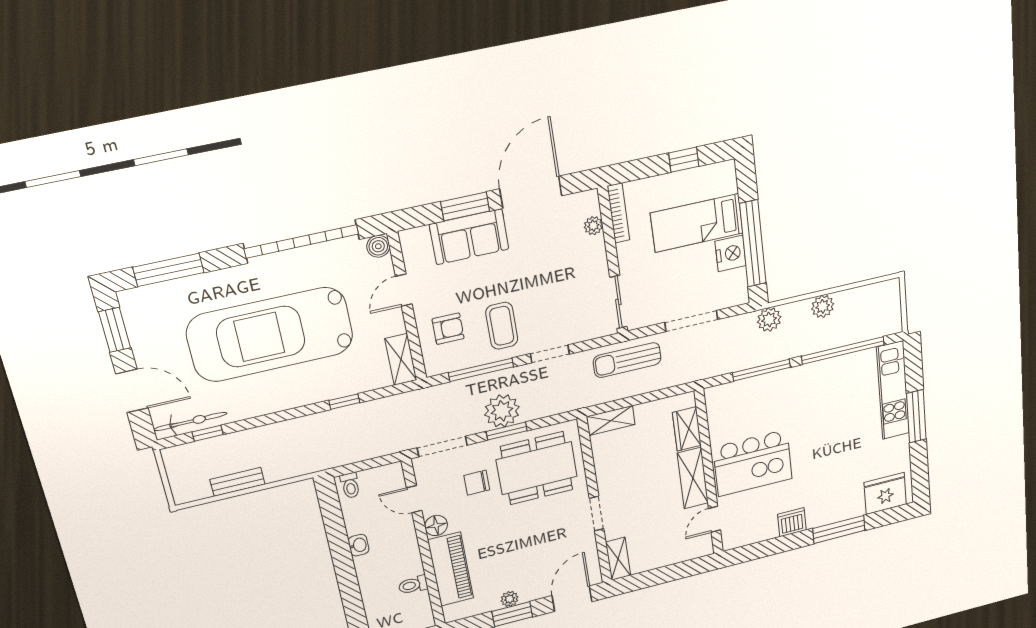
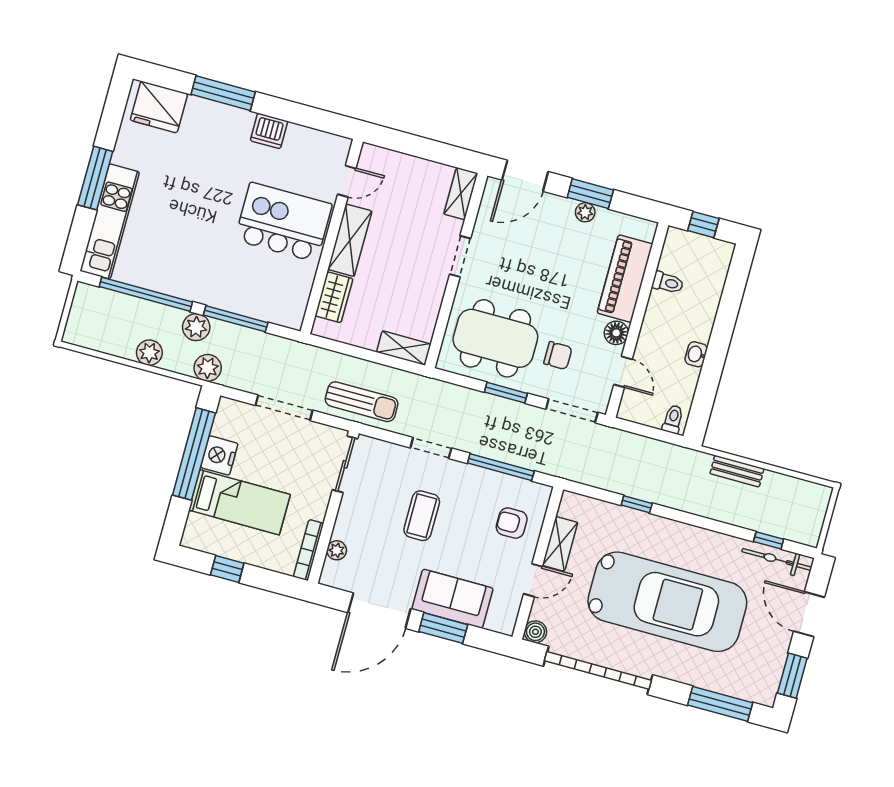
coffee table: (502, 326) -> (422, 516), moved
shelving: (401, 359) -> (560, 544), moved
plant: (502, 411) -> (196, 327), moved, width x0.73, depth x0.73
bench: (237, 482) -> (737, 471), moved

